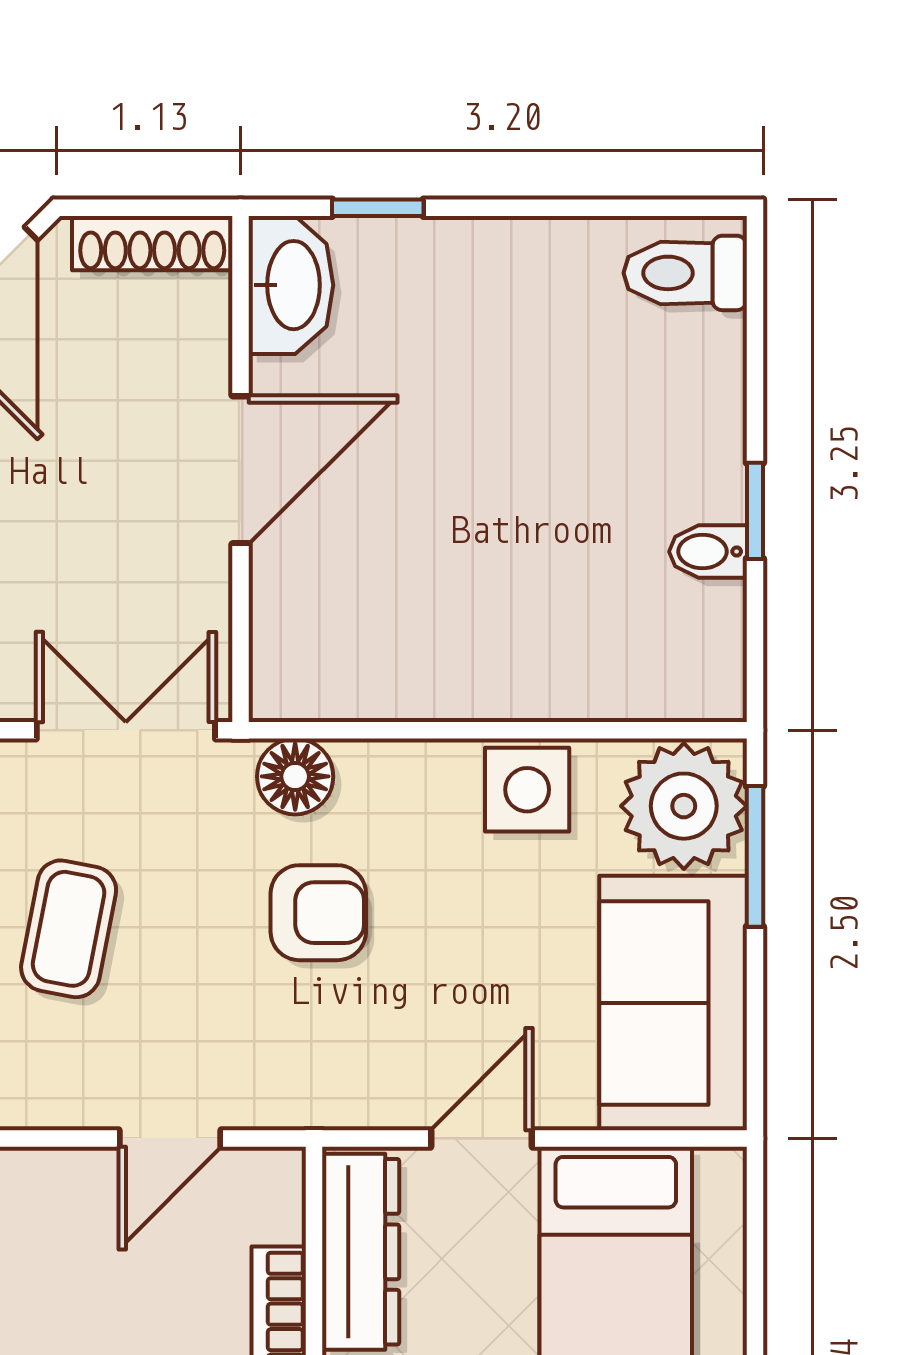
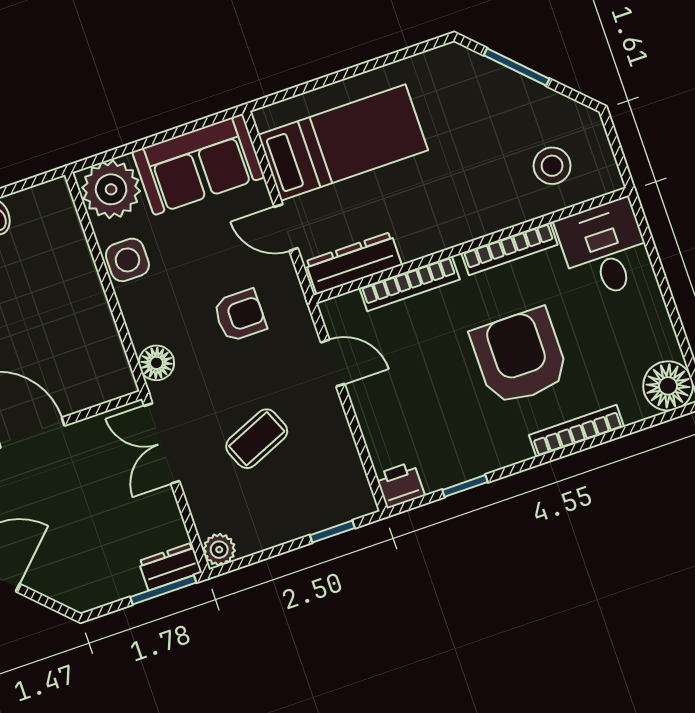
window: (755, 856) -> (122, 151), removed
armchair: (318, 913) -> (240, 315), moved, turned 90
coffee table: (69, 929) -> (257, 439), turned -34

